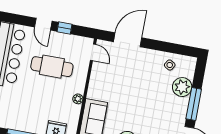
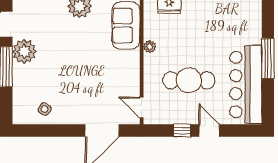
plant: (182, 87) -> (24, 51), moved

